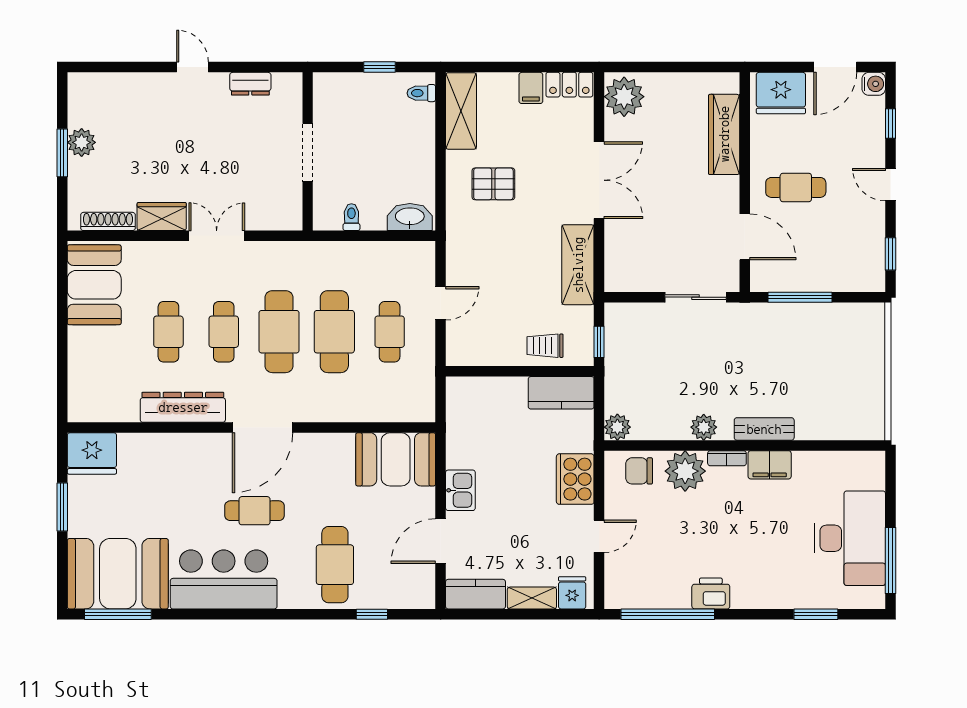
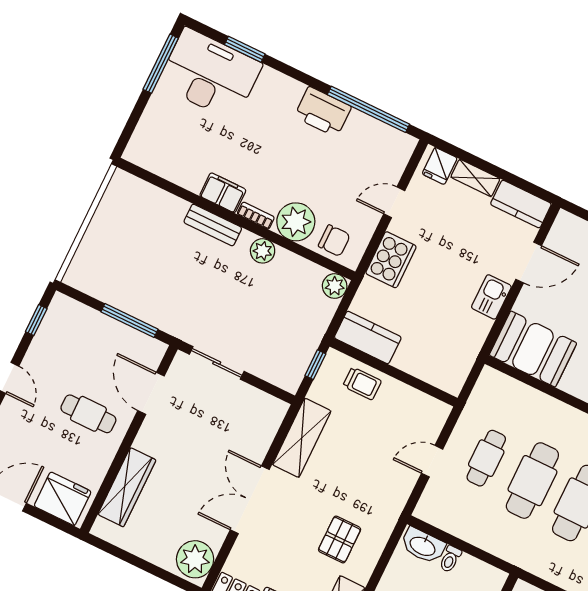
pallet: (493, 184) -> (340, 539), turned 90
toilet: (351, 217) -> (450, 559), moved
desk: (850, 538) -> (210, 74), moved, turned 90
printer: (711, 593) -> (323, 112), width x1.37, depth x1.19

